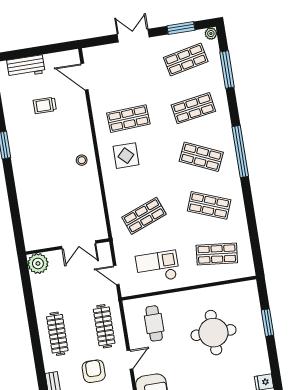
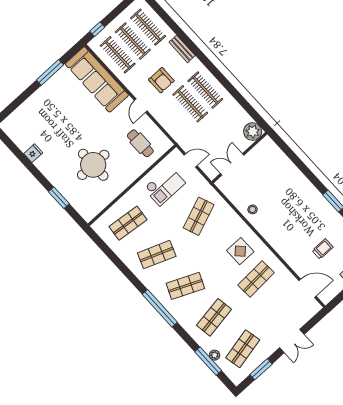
plant: (211, 34) -> (215, 355), moved
stool: (82, 160) -> (253, 209), moved
clothes rail: (104, 326) -> (190, 104), moved

